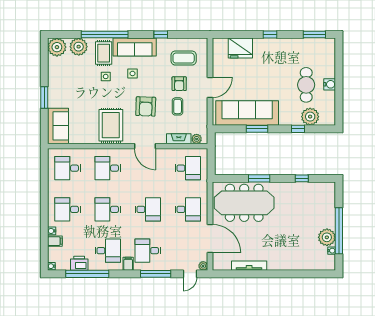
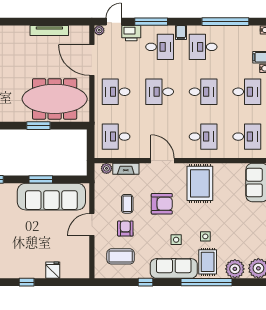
fridge: (240, 48) -> (53, 270), width x0.53, depth x0.75
armchair: (146, 106) -> (162, 204), turned 88
printer: (79, 263) -> (131, 33), moved

